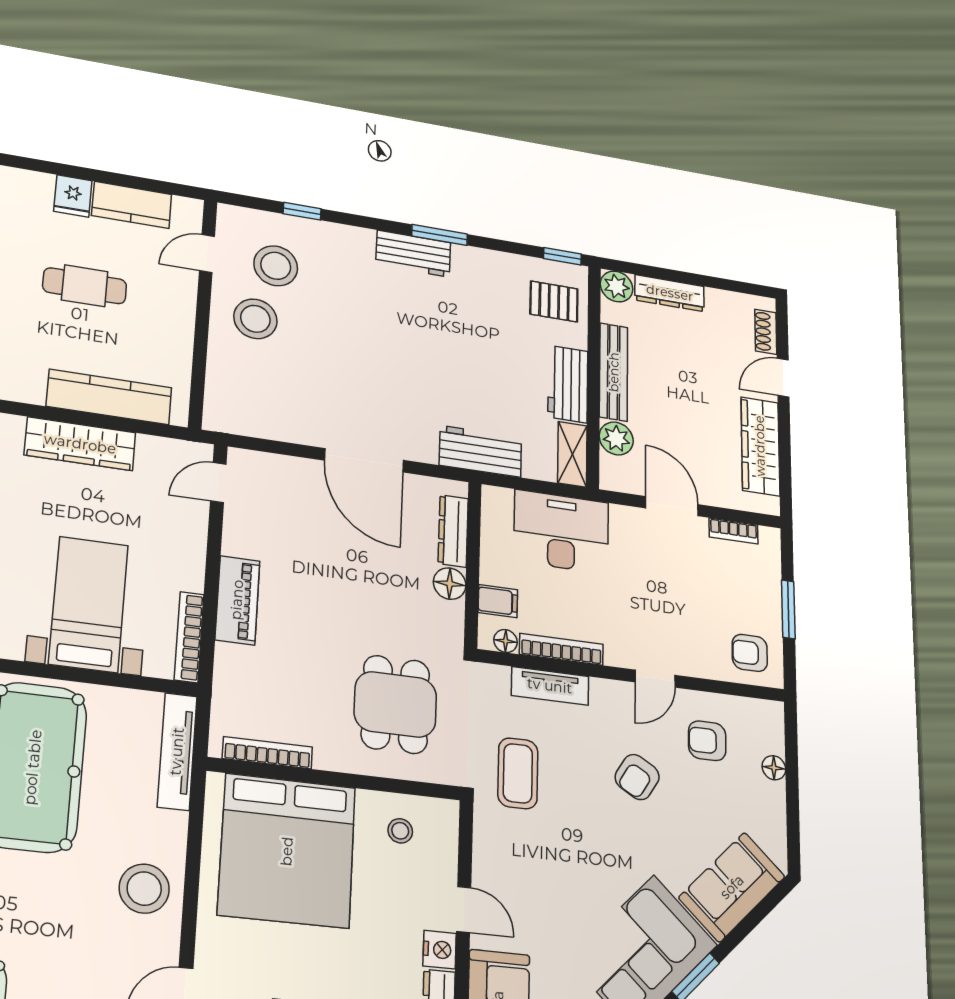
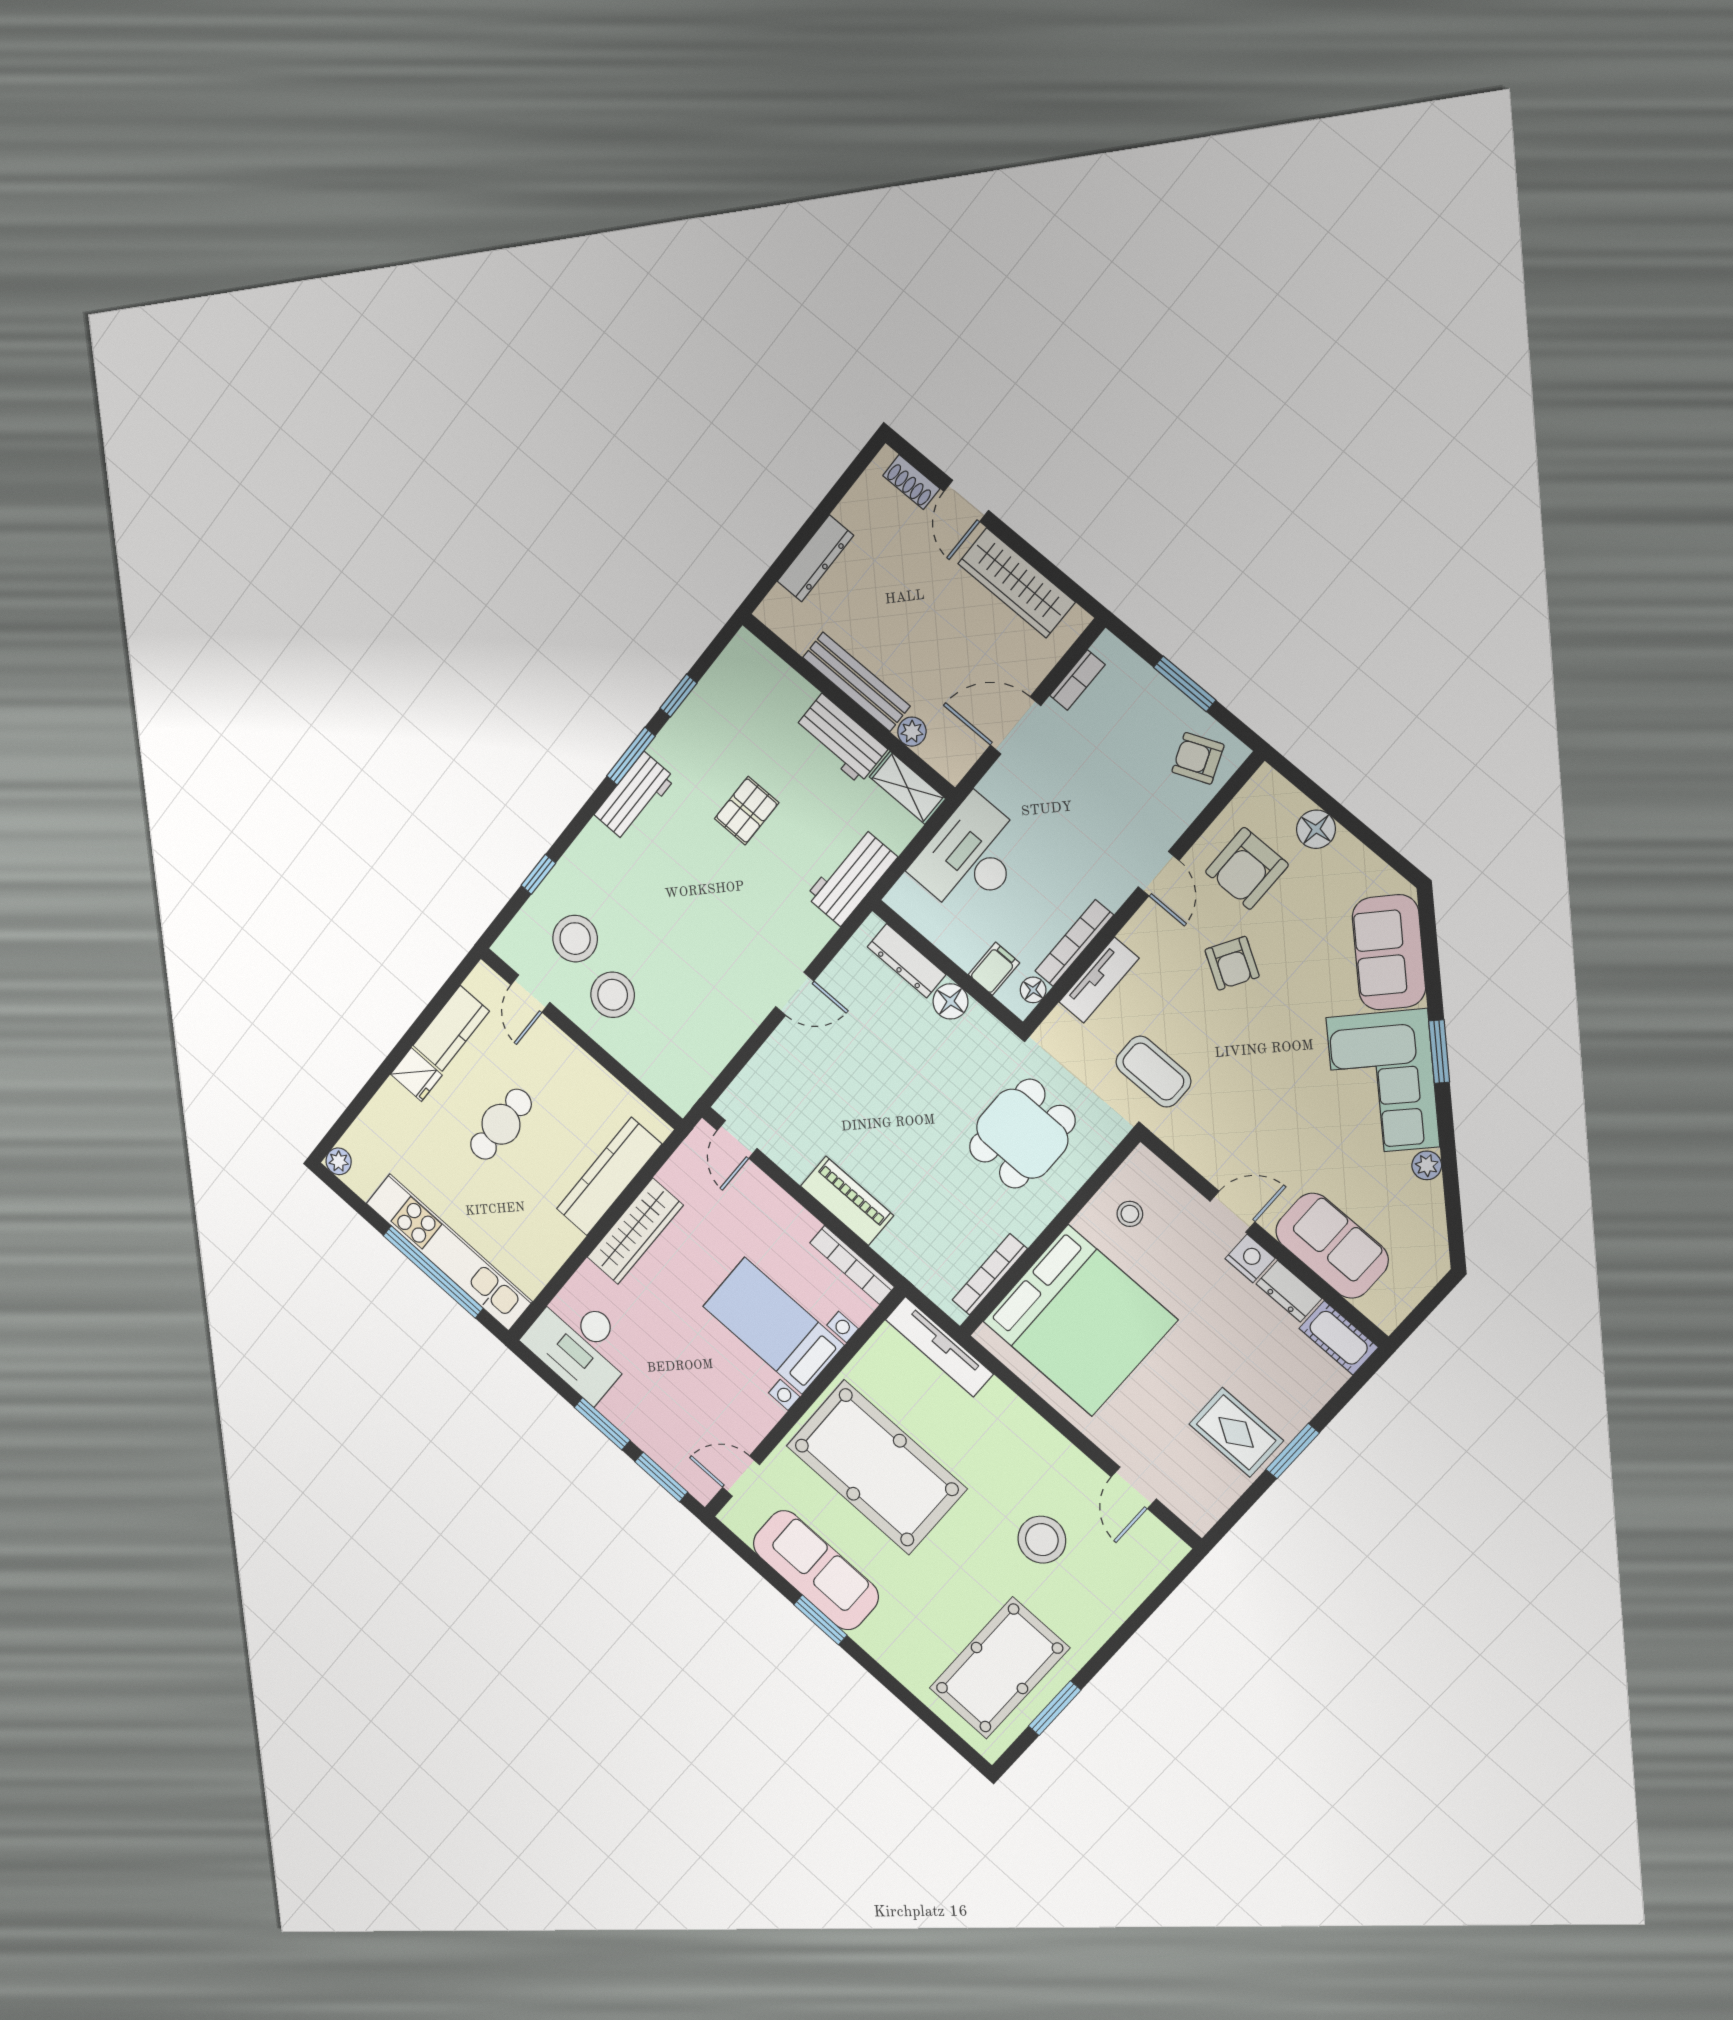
window: (562, 256) -> (678, 696), moved
plant: (617, 286) -> (778, 611), removed
pallet: (554, 301) -> (747, 811), moved
plant: (616, 438) -> (912, 732), width x0.73, depth x0.73
door: (364, 460) -> (795, 994), width x0.53
armchair: (750, 653) -> (1198, 758), turned 68
dining table: (395, 704) -> (1022, 1134), turned 90
armchair: (707, 741) -> (1247, 868), width x1.38, depth x1.38
floor lamp: (774, 768) -> (1316, 829), width x1.37, depth x1.37
stool: (144, 889) -> (1042, 1540), moved

